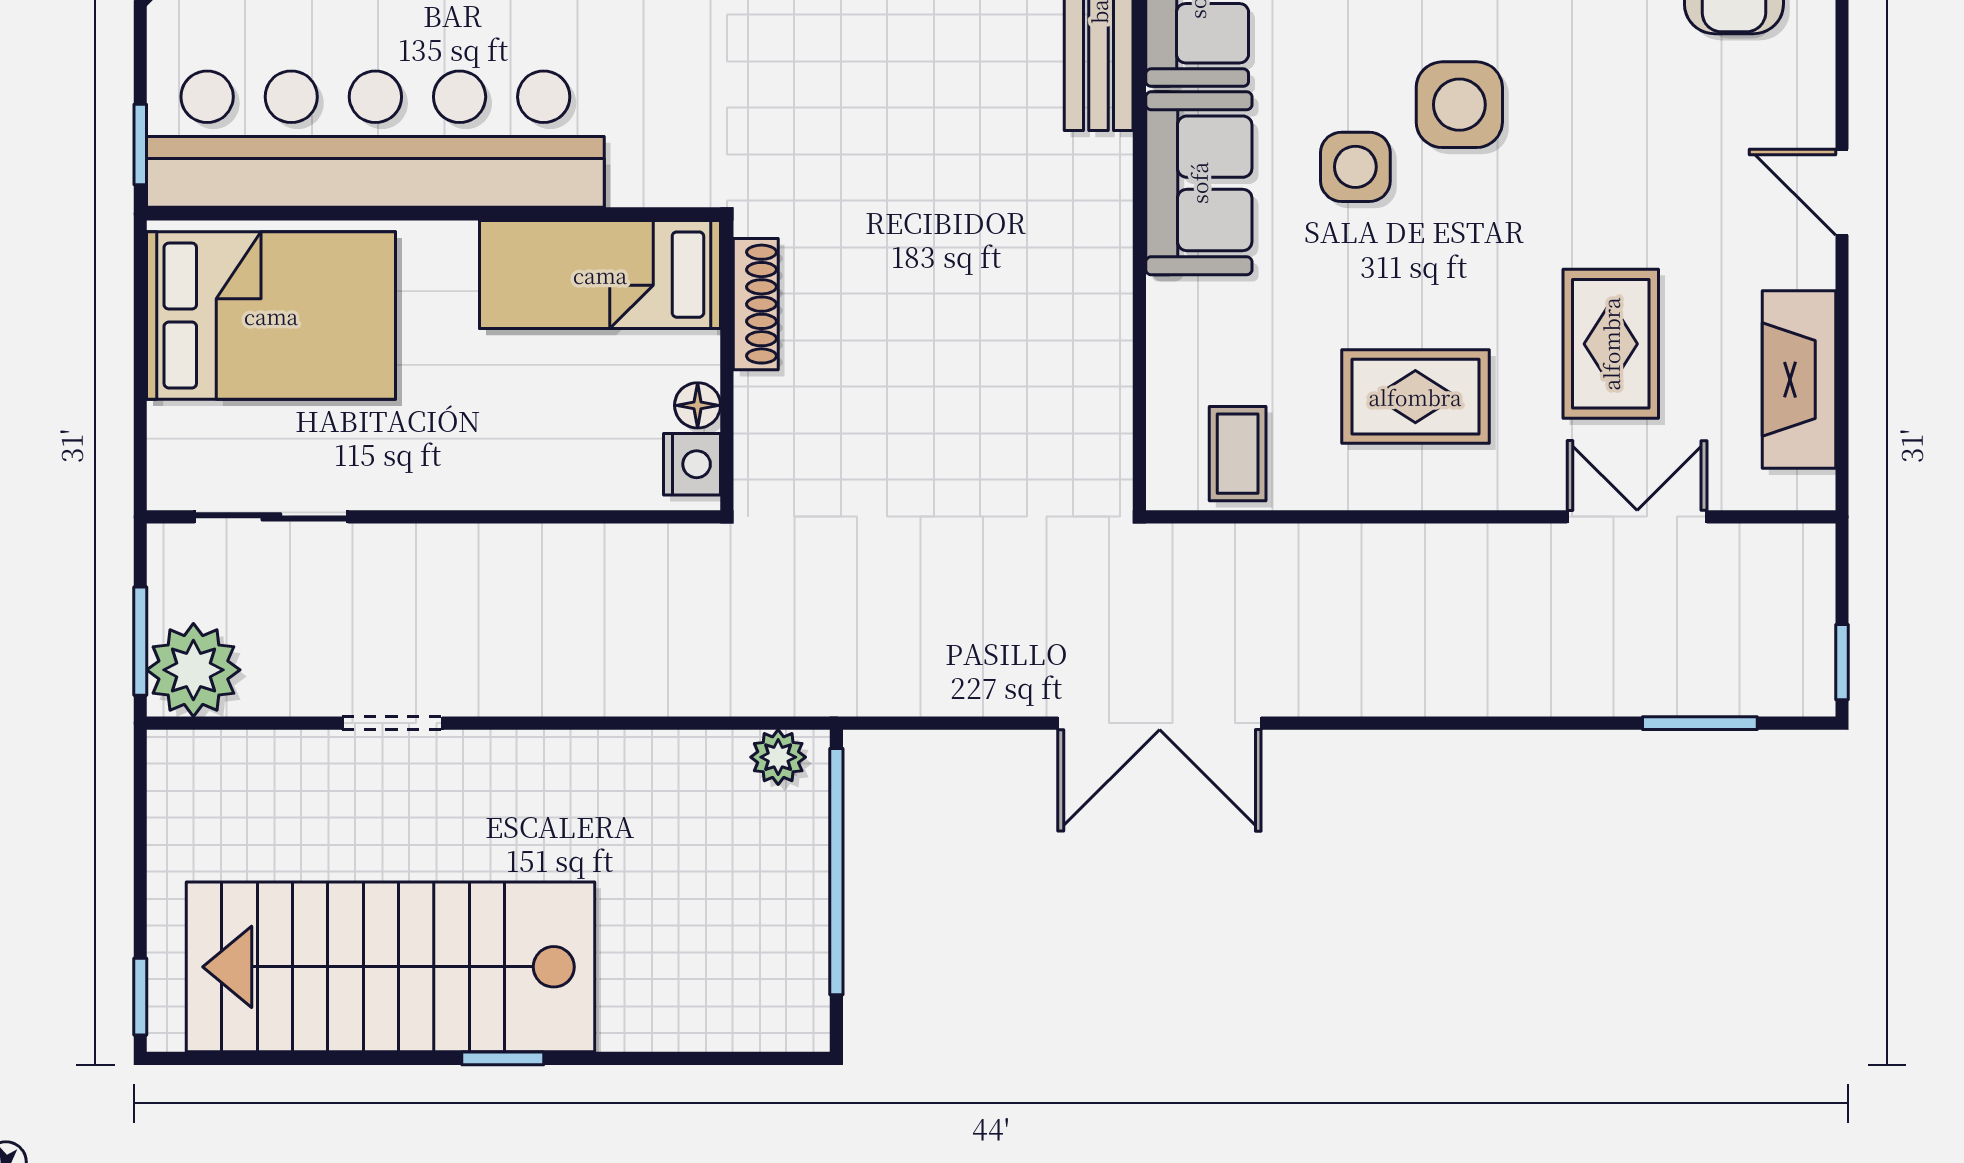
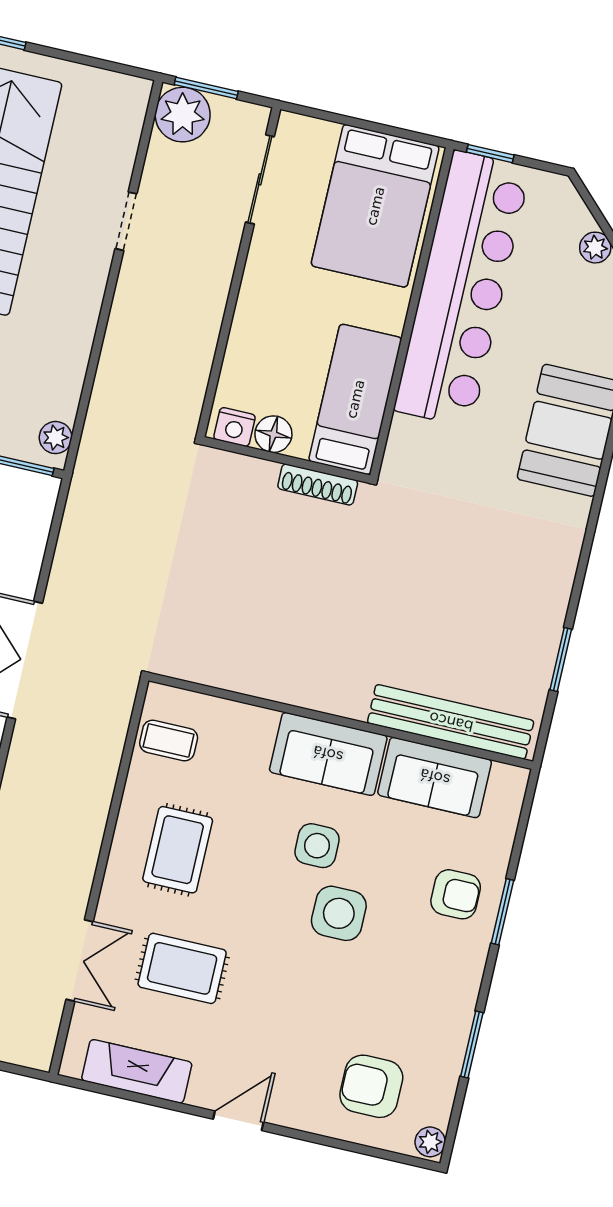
floor lamp: (698, 405) -> (273, 434), width x1.37, depth x1.37

